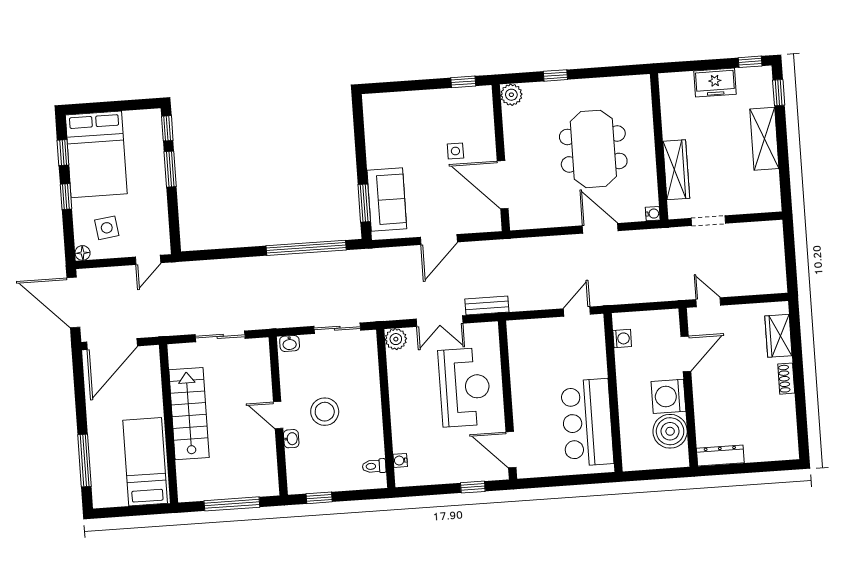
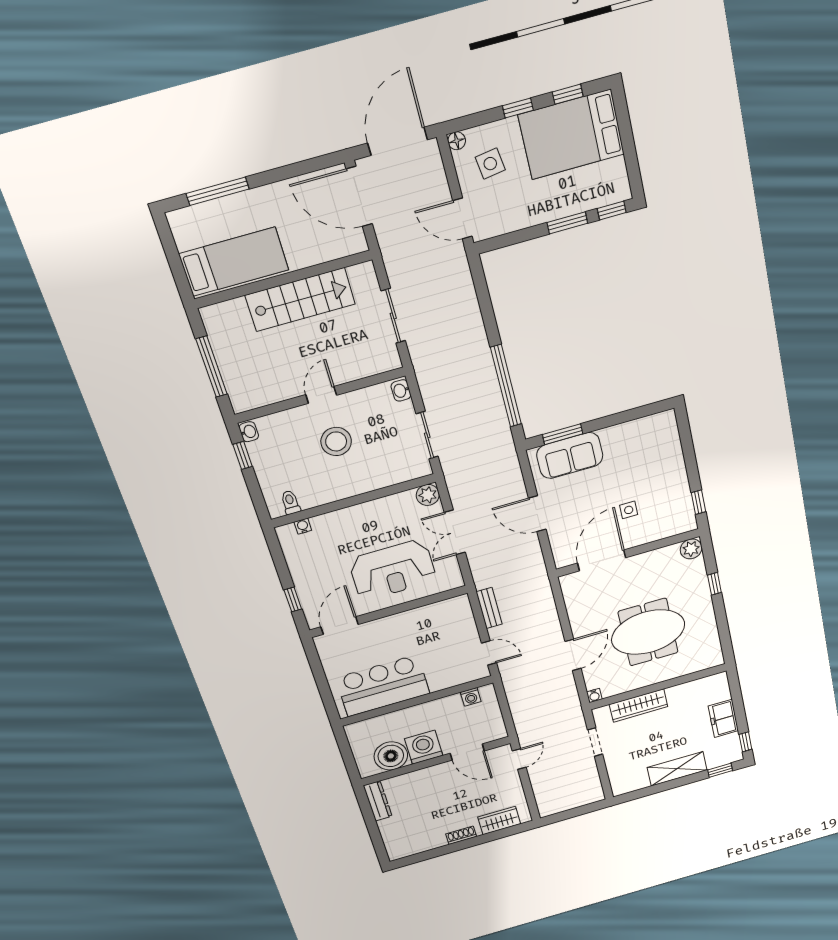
door: (148, 260) -> (462, 219), width x1.38
bench: (487, 306) -> (489, 608), moved
washbasin: (291, 439) -> (249, 432), moved, turned -90

